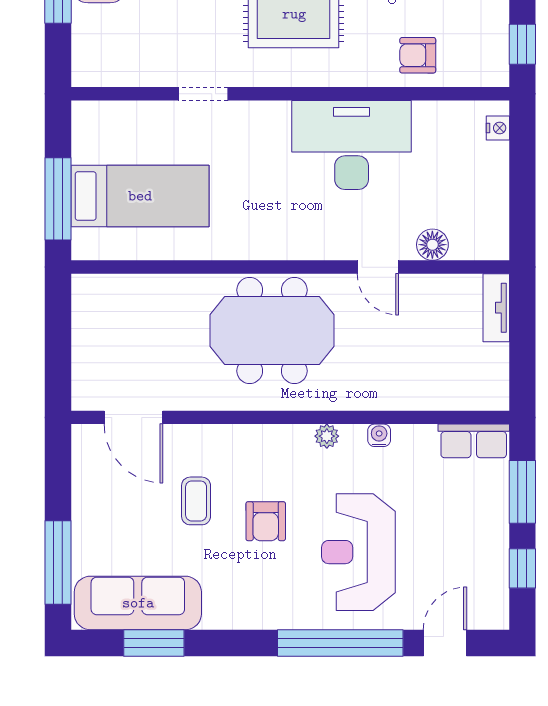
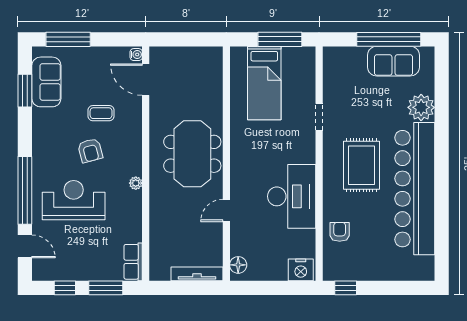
nightstand: (498, 128) -> (301, 270), width x1.89, depth x1.79
window: (58, 199) -> (280, 39), moved
floor lamp: (432, 245) -> (238, 265), moved
tv unit: (496, 308) -> (197, 274), width x1.41
door: (133, 417) -> (146, 80), hinge flipped
water cooler: (379, 435) -> (136, 55), moved
armchair: (266, 521) -> (90, 150), turned -105
sofa: (138, 603) -> (46, 82), width x0.73

